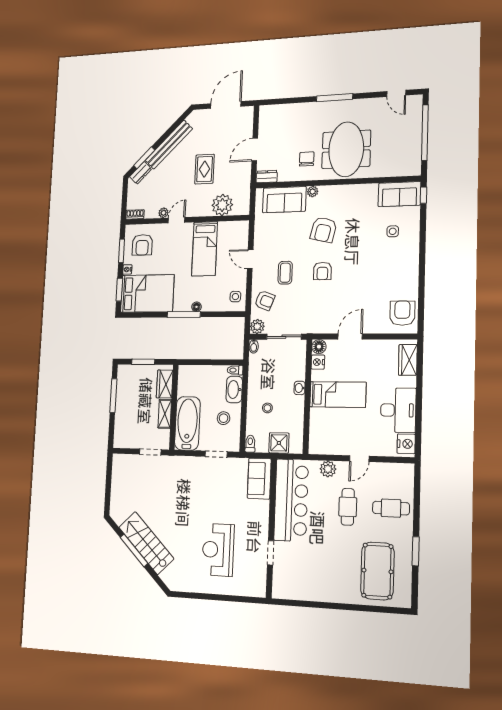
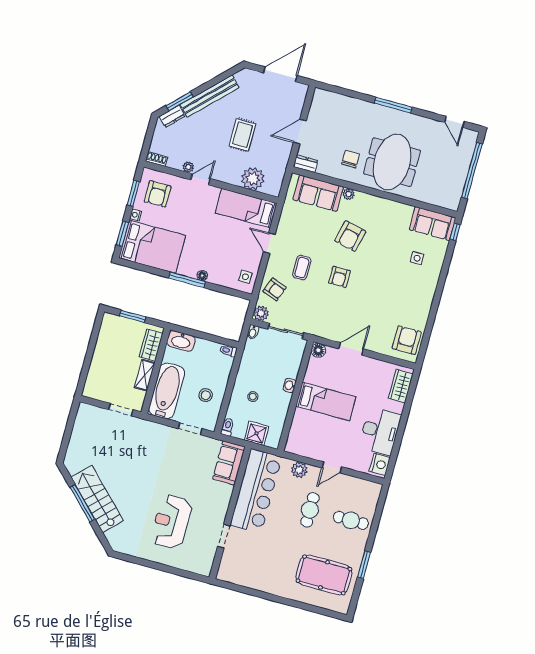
bed: (205, 249) -> (246, 208), moved, turned 90
nightstand: (318, 362) -> (314, 365), removed
washbasin: (234, 389) -> (181, 341), moved, turned -90
window: (113, 396) -> (93, 342), removed
pool table: (377, 571) -> (324, 575), turned 90

